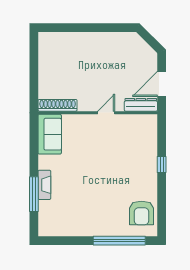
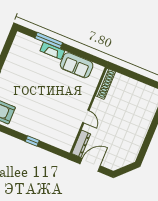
door: (162, 84) -> (90, 165), hinge flipped
sofa: (50, 134) -> (77, 65), moved

